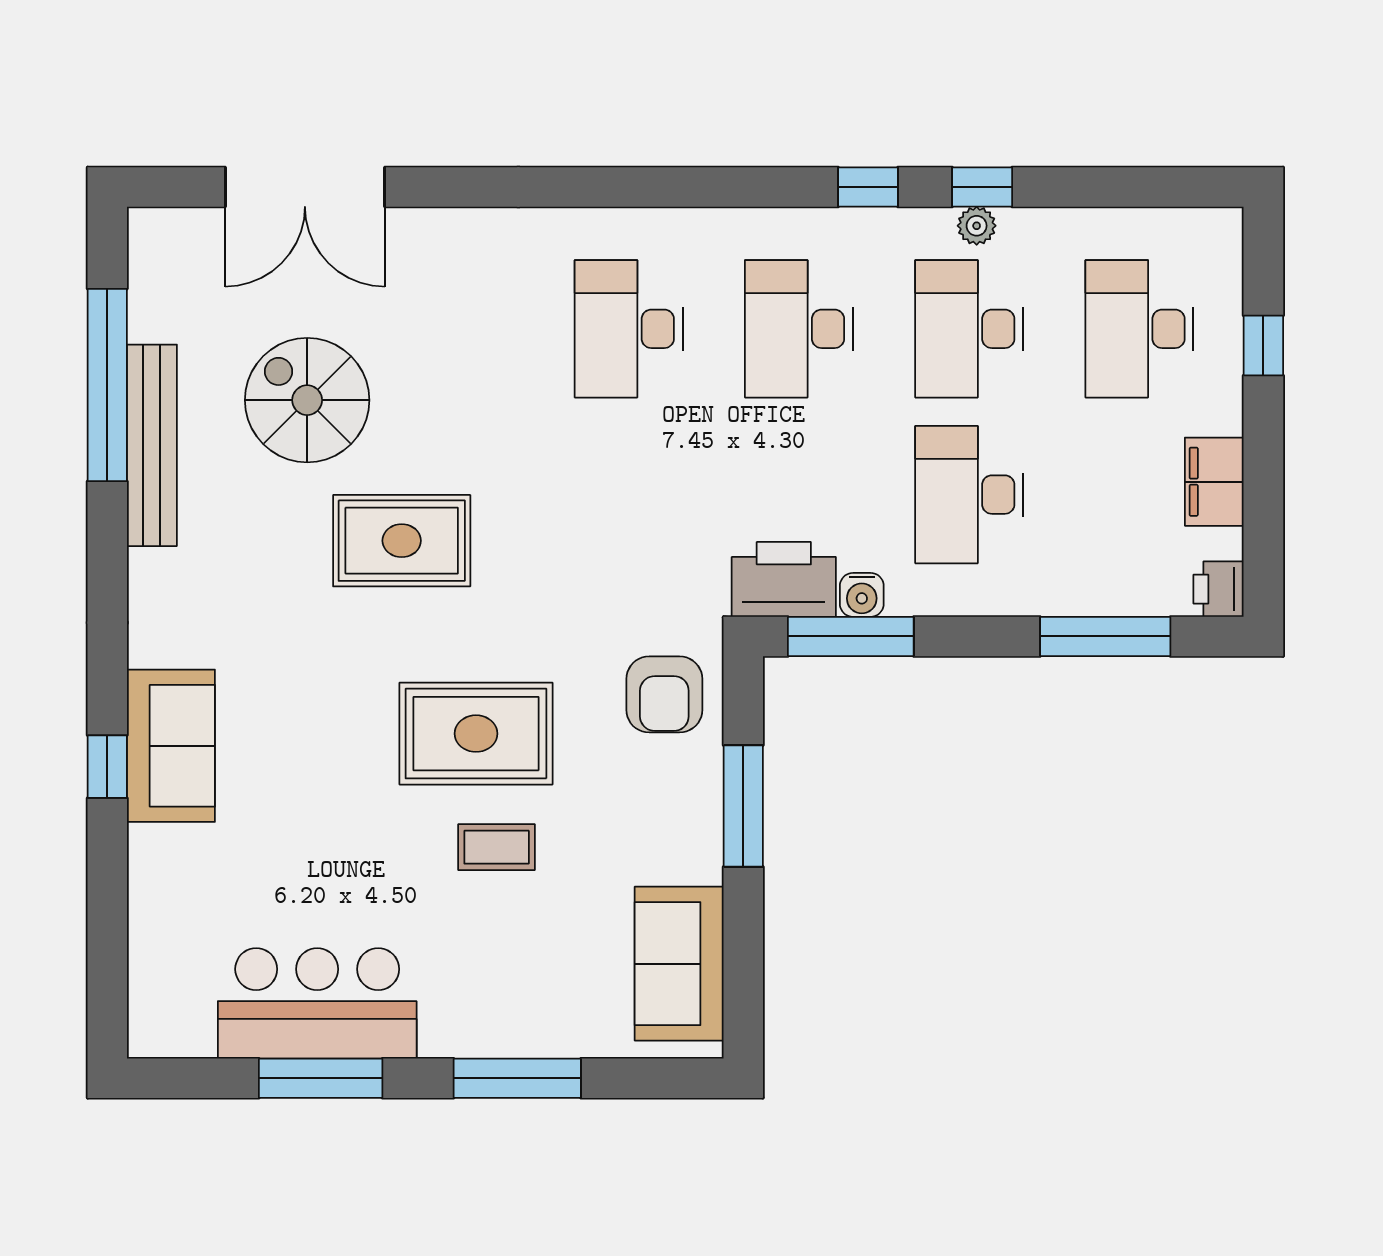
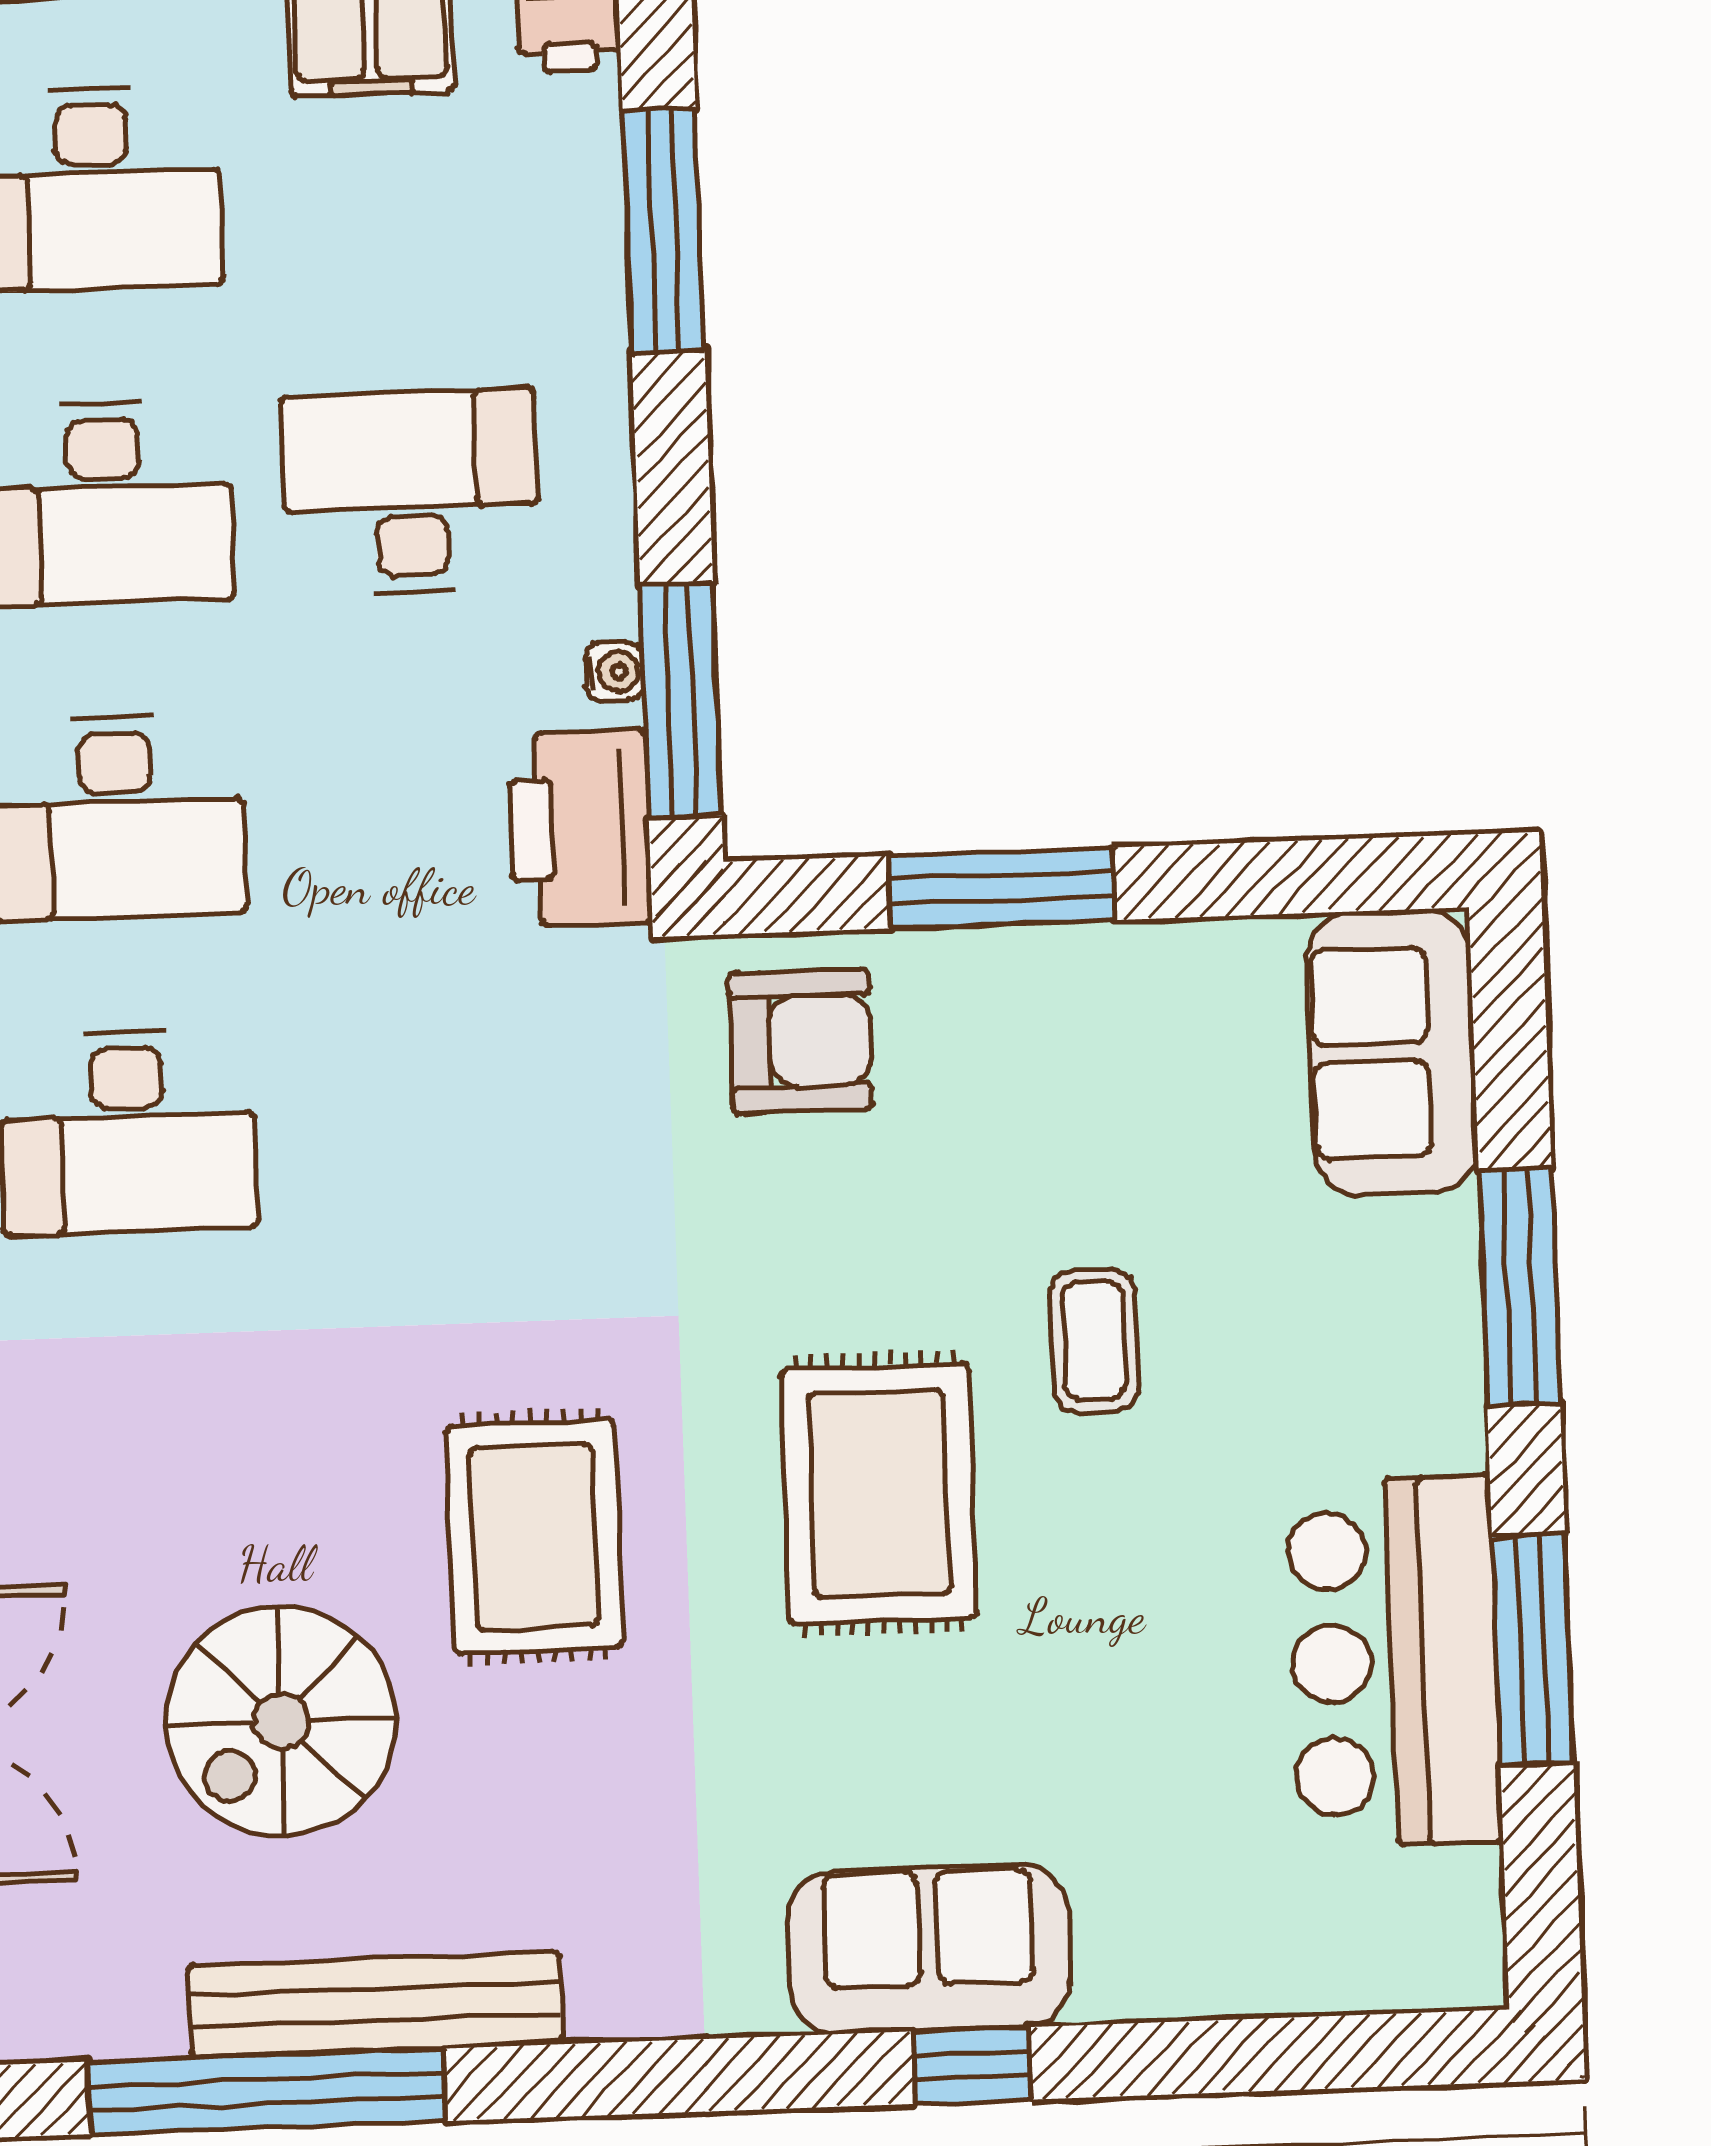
desk: (969, 495) -> (411, 492), turned 180
water cooler: (862, 595) -> (614, 672), width x0.72, depth x0.72
rug: (476, 734) -> (879, 1494), moved
sofa: (679, 964) -> (1392, 1052), moved, turned 90

